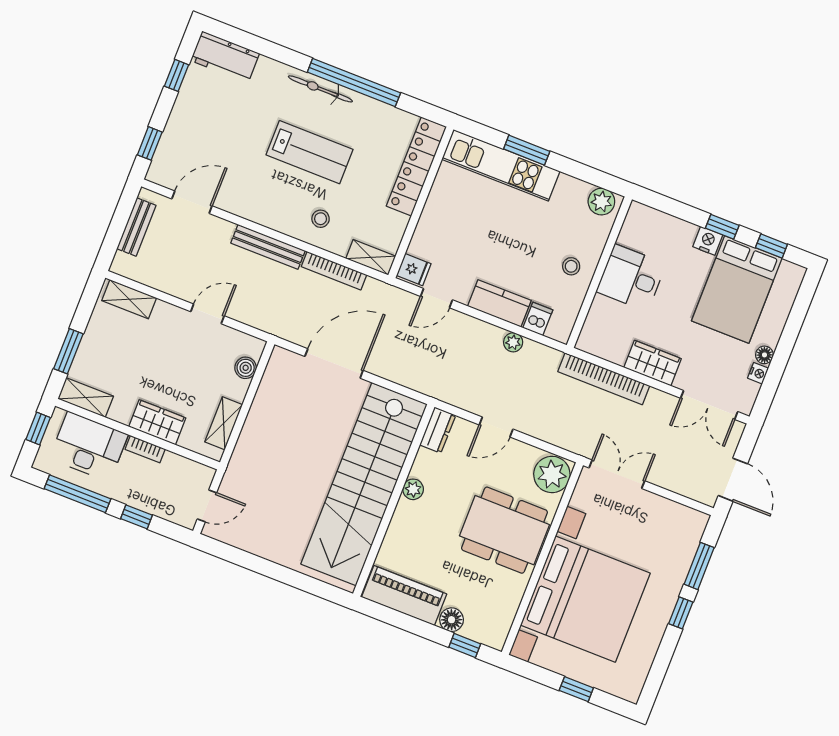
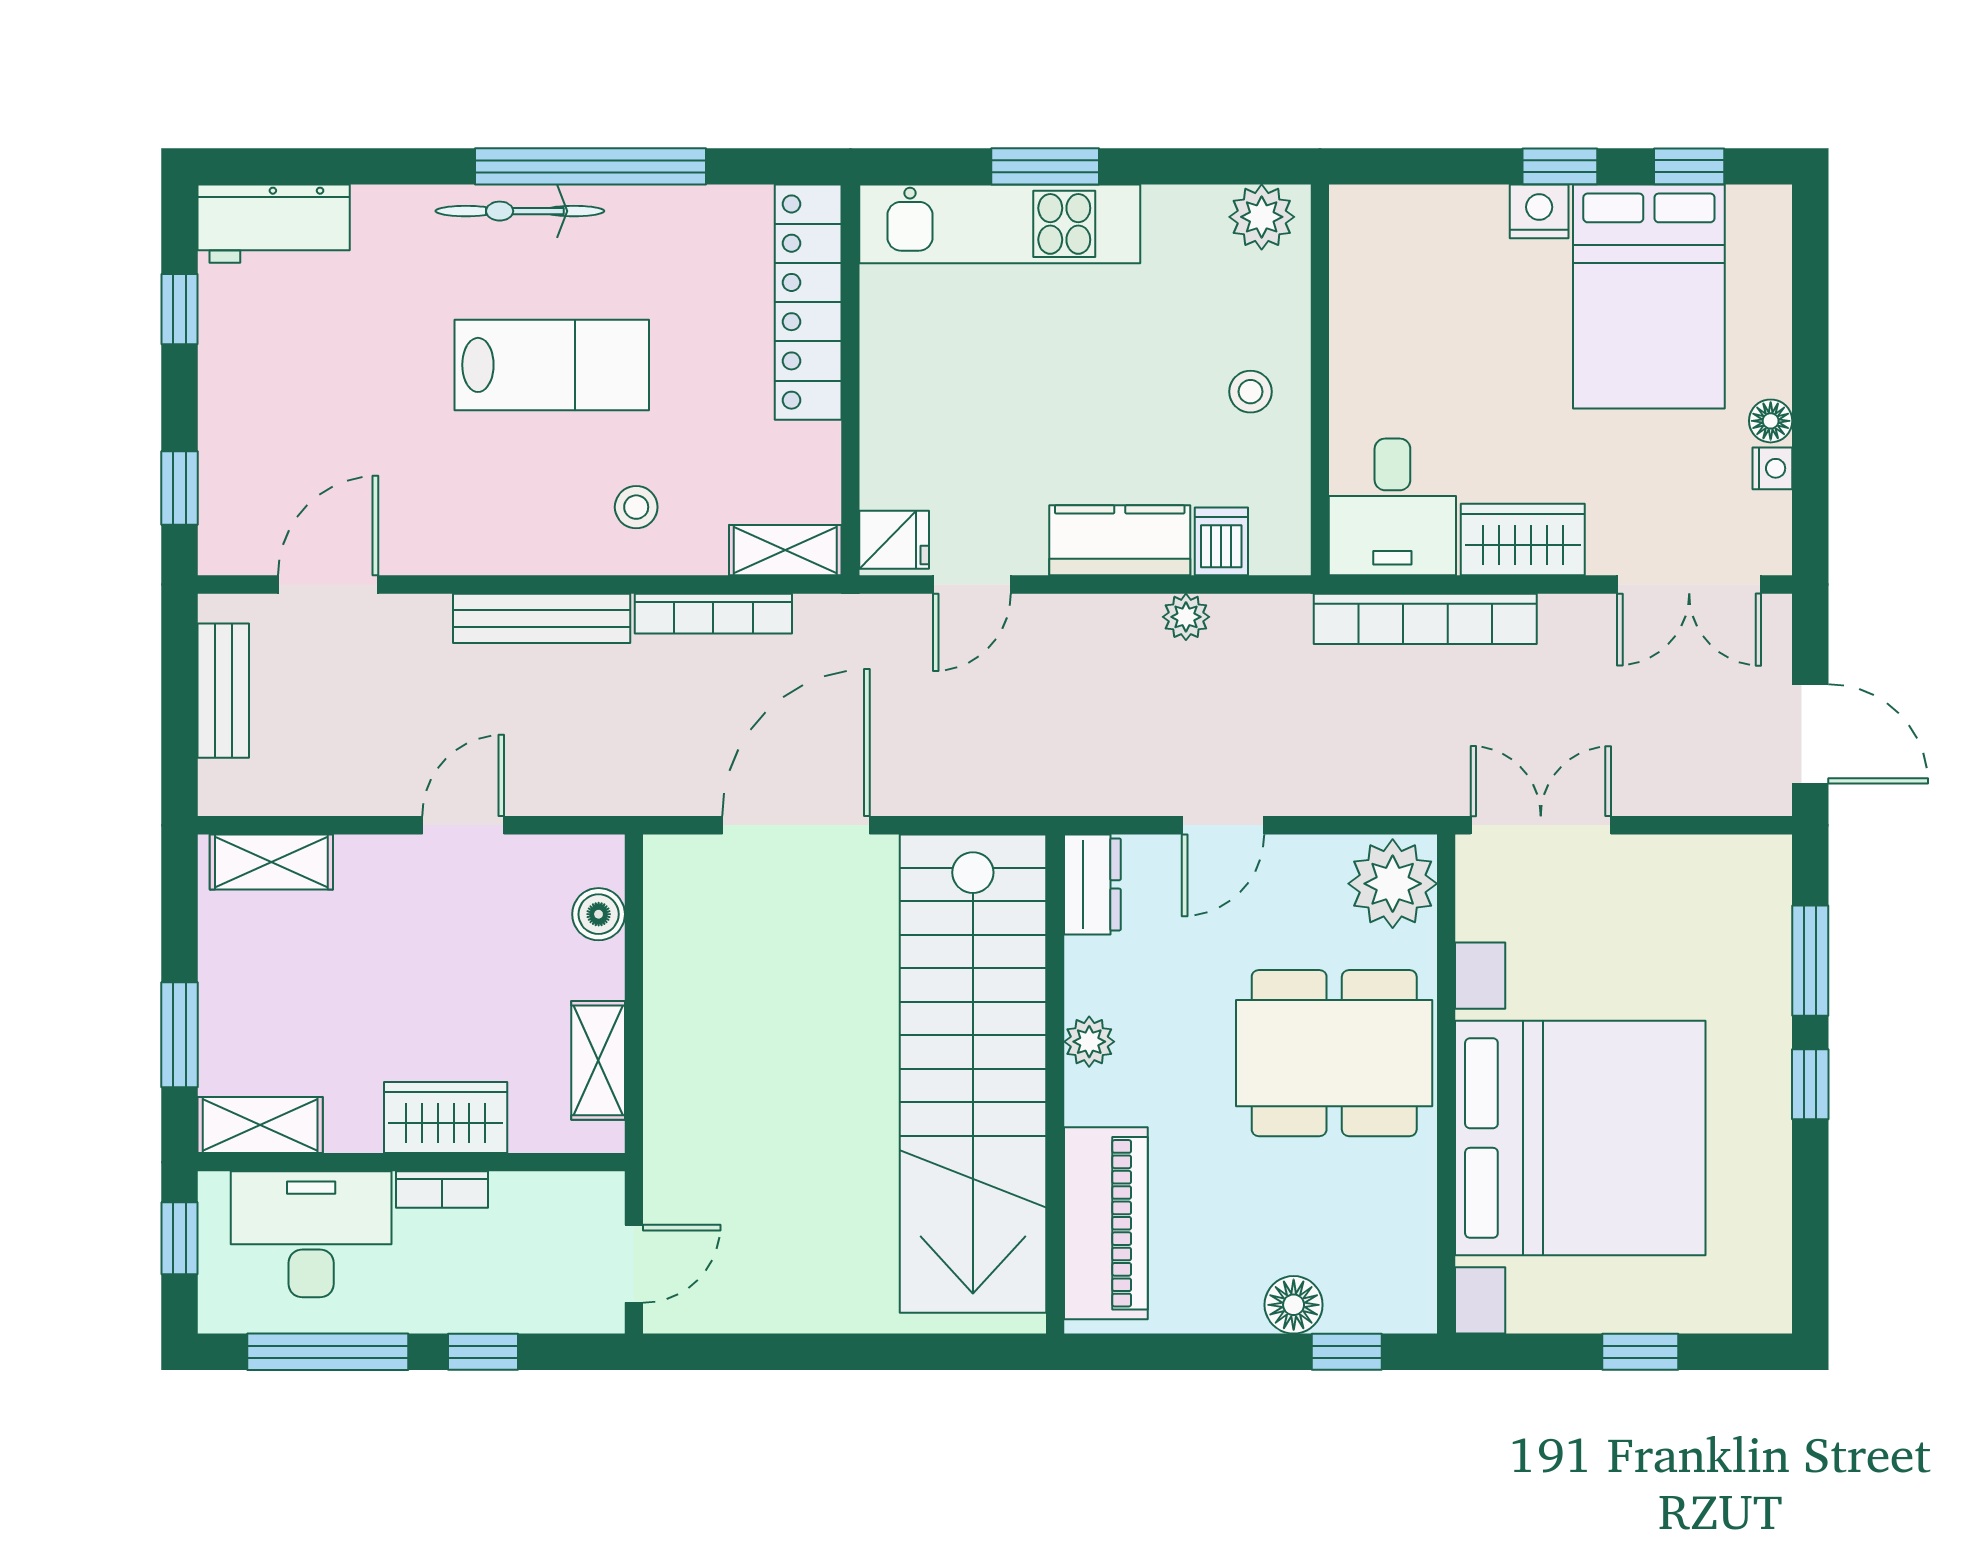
desk: (631, 278) -> (1392, 507), moved, turned -90
piano: (404, 596) -> (1106, 1223), moved, turned 90

